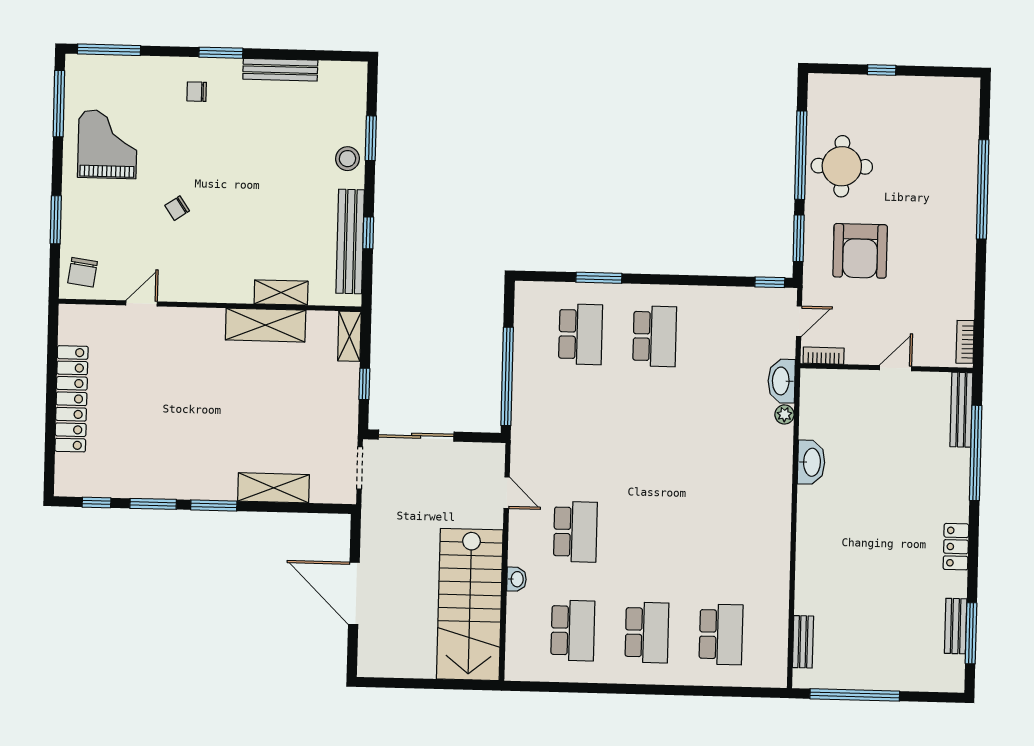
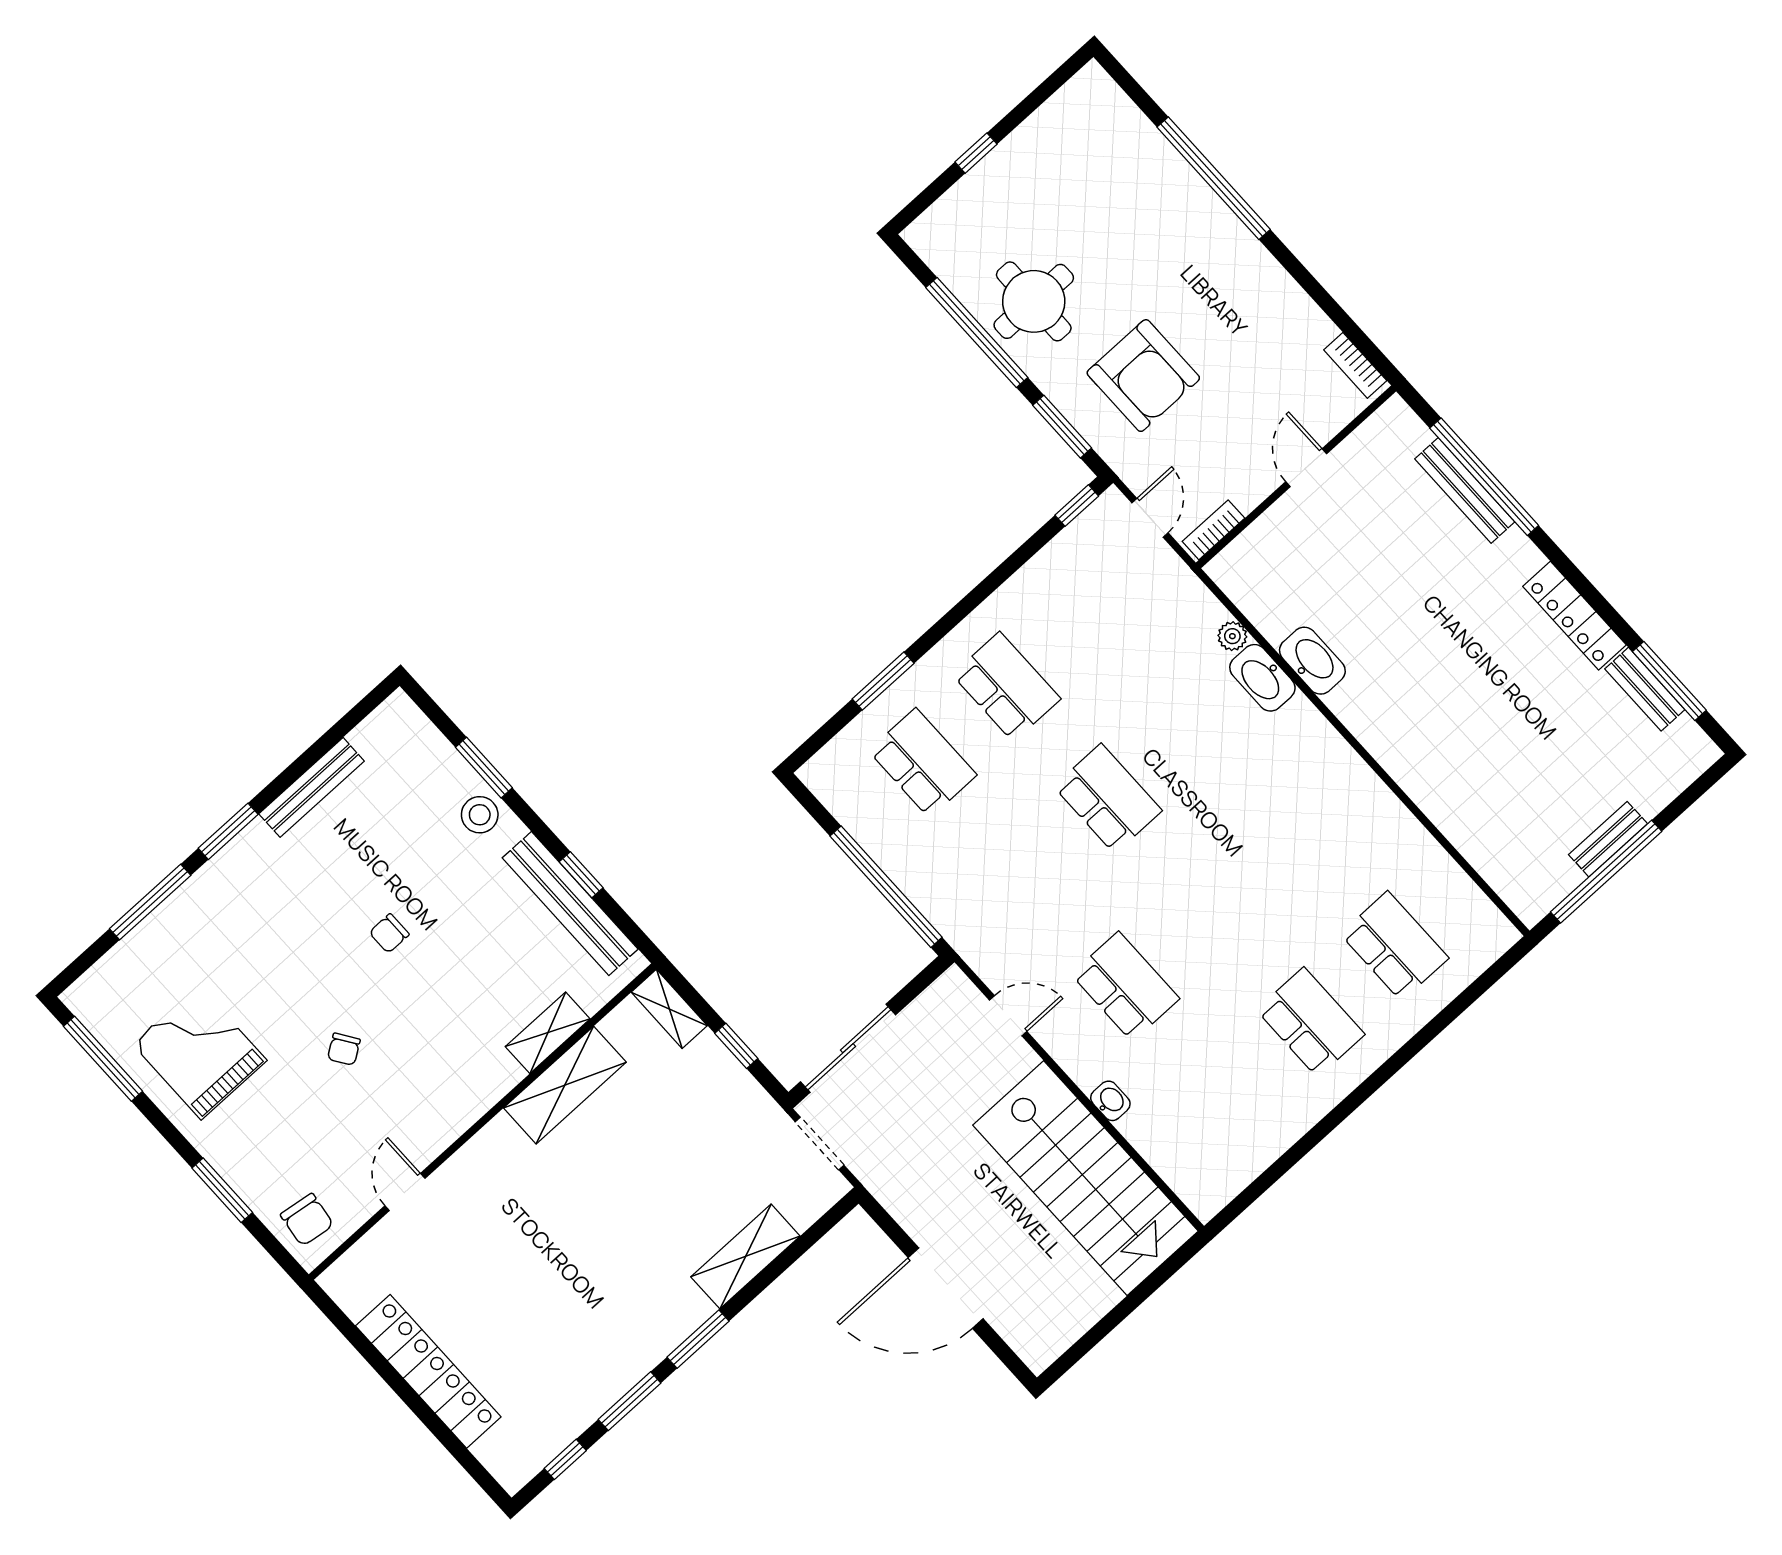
window: (109, 50) -> (150, 902), moved
chair: (197, 92) -> (389, 933), moved
washbasin: (782, 381) -> (1262, 678), moved
bench: (961, 410) -> (1465, 490), moved
locker: (956, 547) -> (1575, 616), width x1.53
school desk: (573, 631) -> (1108, 799), moved
bench: (803, 642) -> (1608, 839), moved, turned 90

